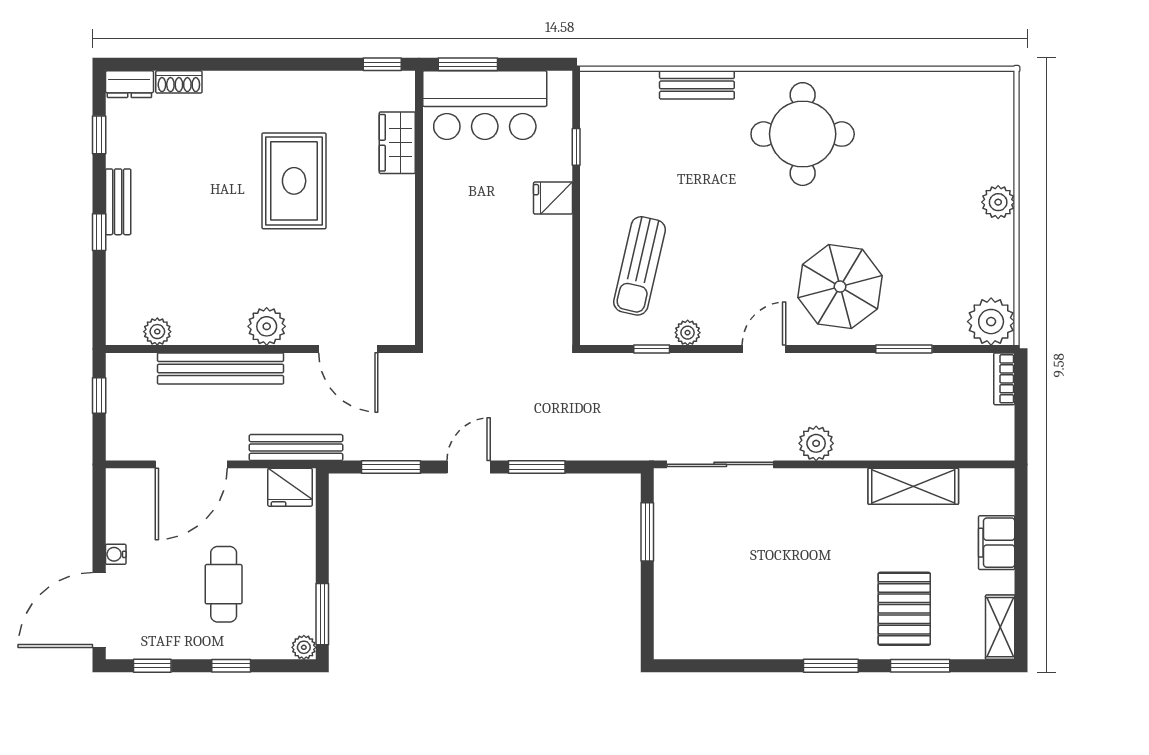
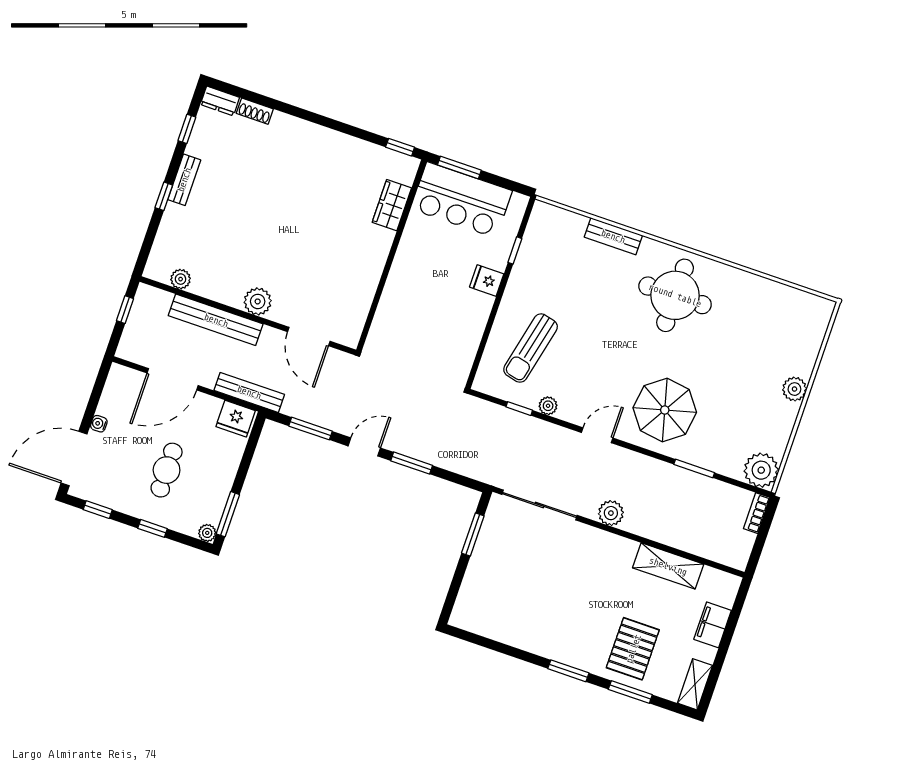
rug: (294, 181) -> (311, 207), removed

